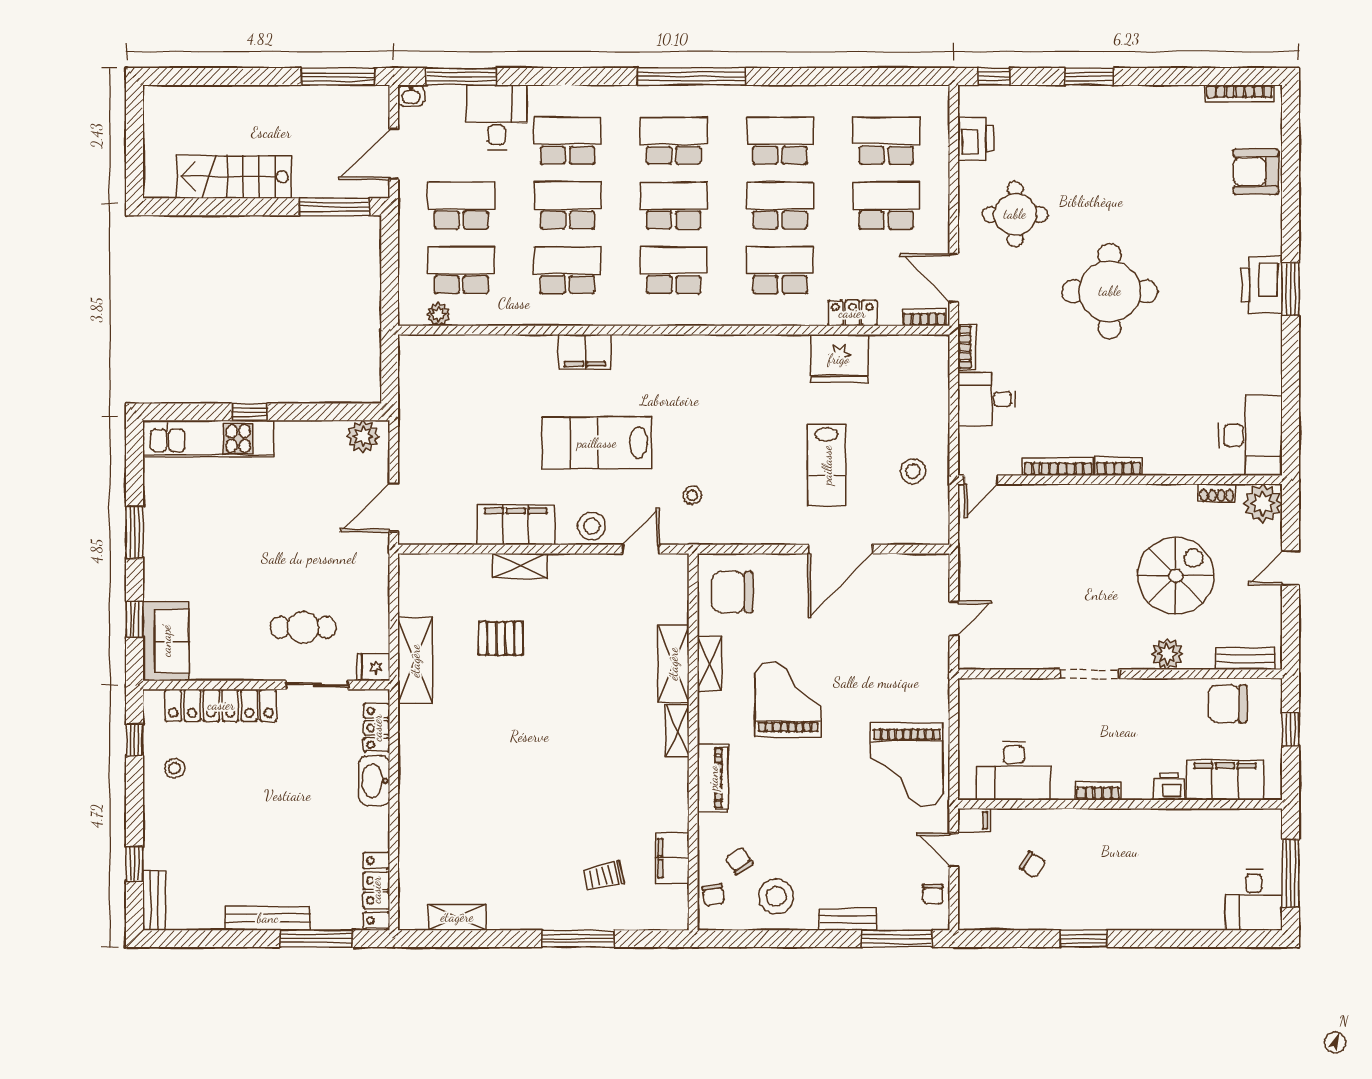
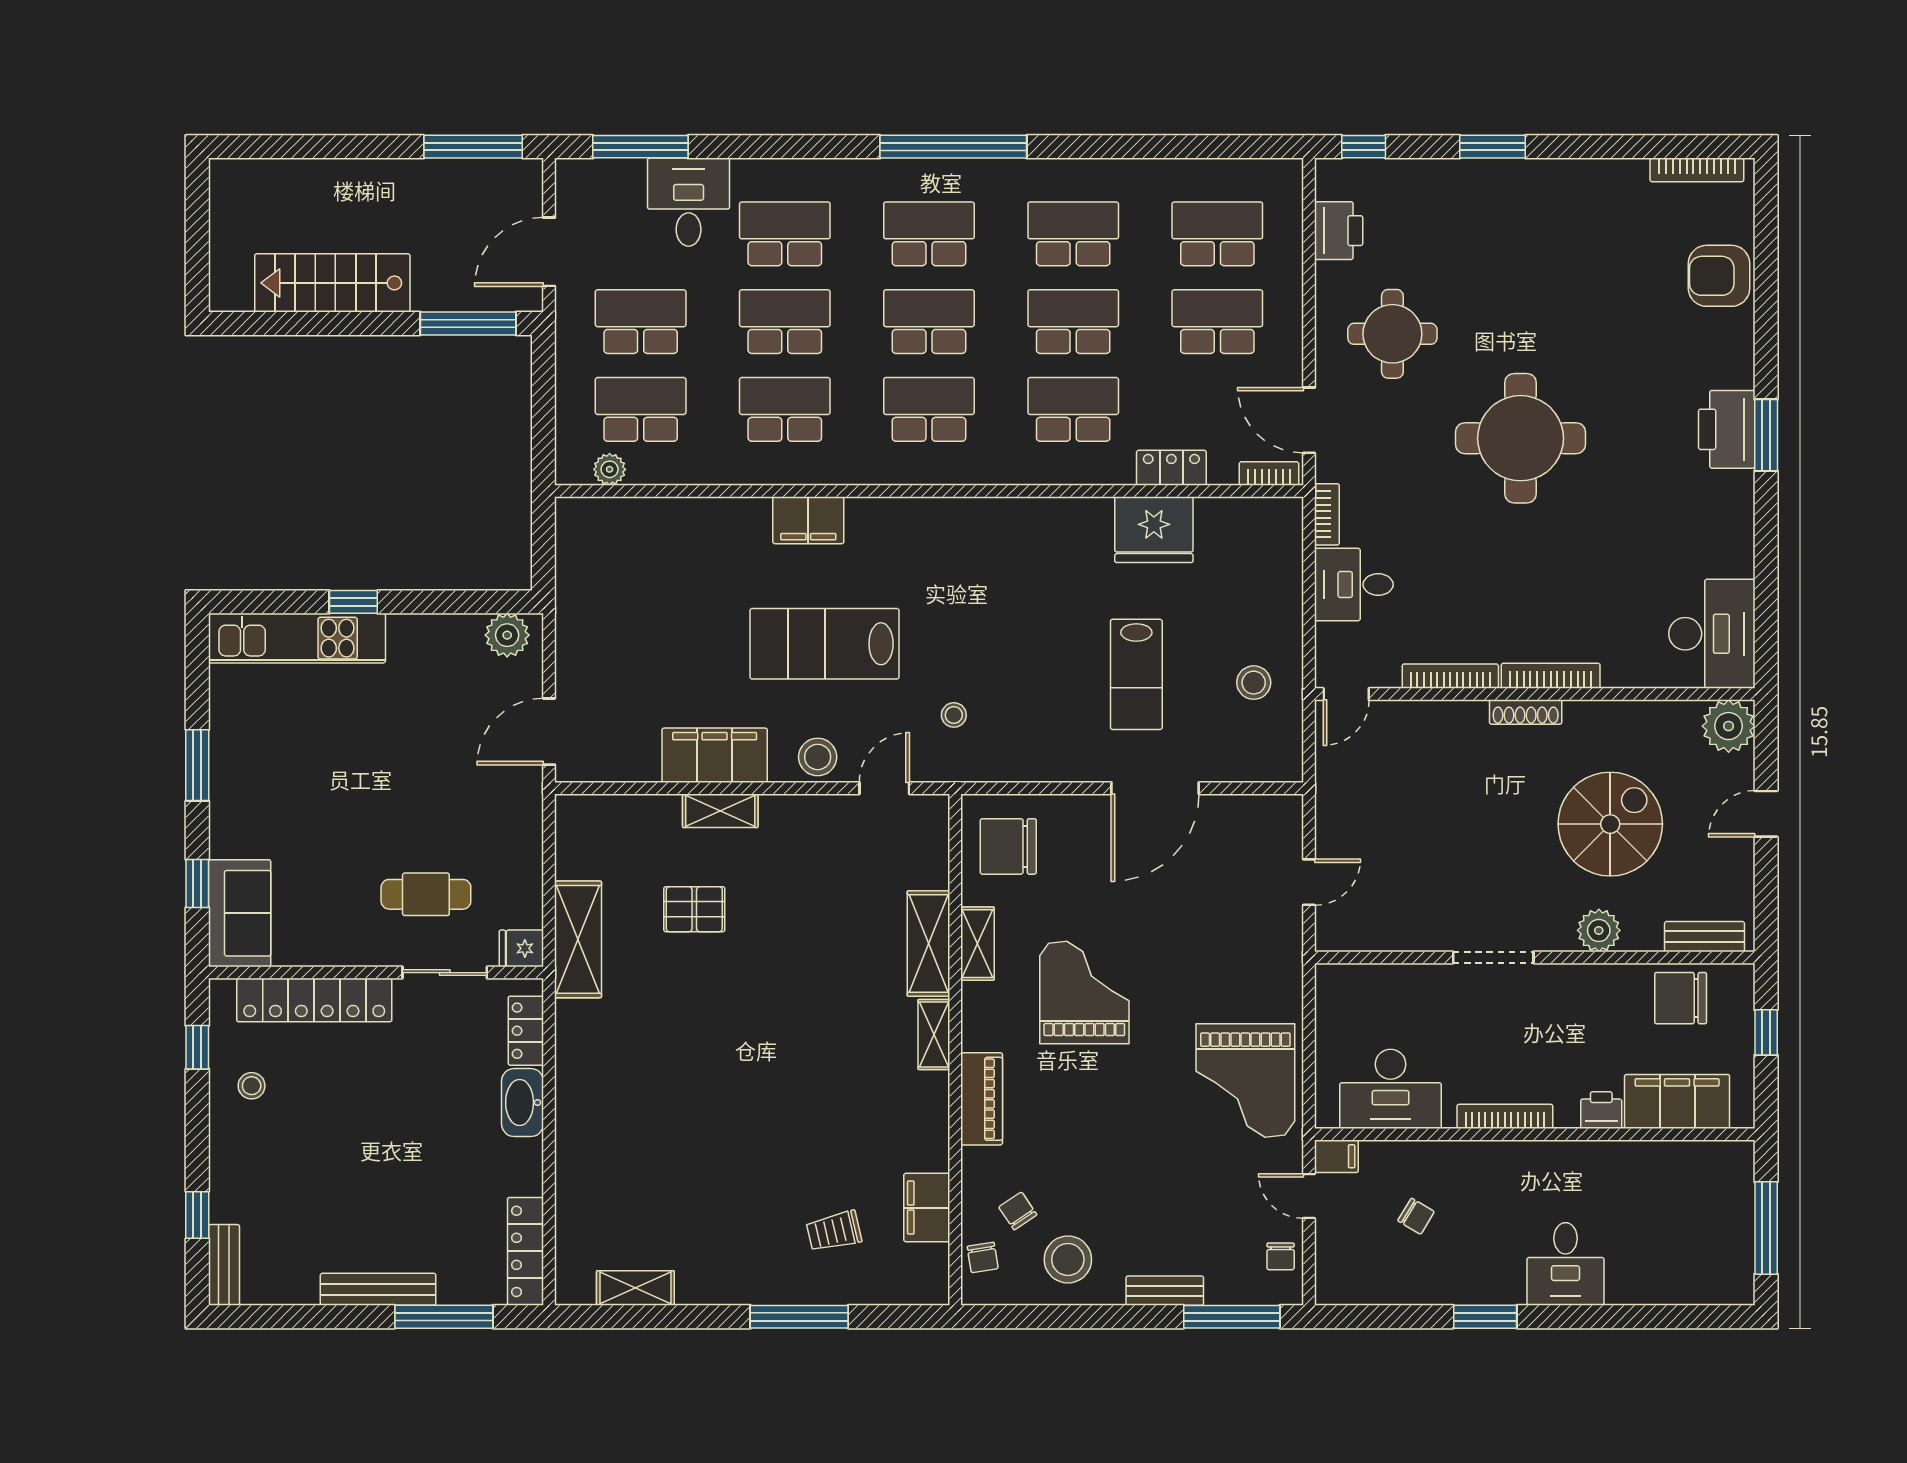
washbasin: (411, 95) -> (572, 172), removed
bookcase: (1119, 466) -> (1551, 676), width x1.56
shoe rack: (1217, 493) -> (1526, 712), moved, width x1.43
bookcase: (1098, 791) -> (1505, 1116), width x1.56
desk: (1254, 900) -> (1566, 1264), moved

